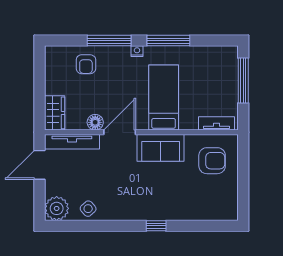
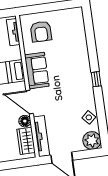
wardrobe: (55, 113) -> (26, 141), moved, turned -90
armchair: (212, 161) -> (41, 32), turned 180
window: (156, 226) -> (96, 79), moved

